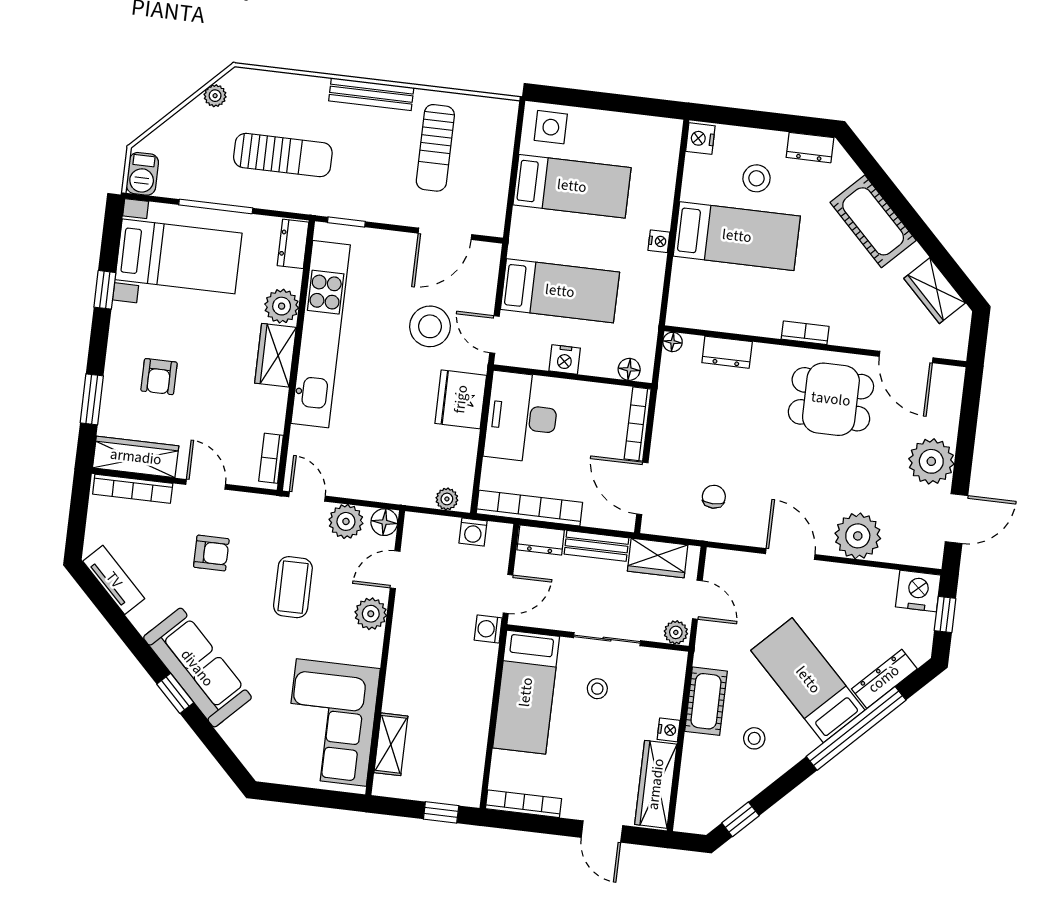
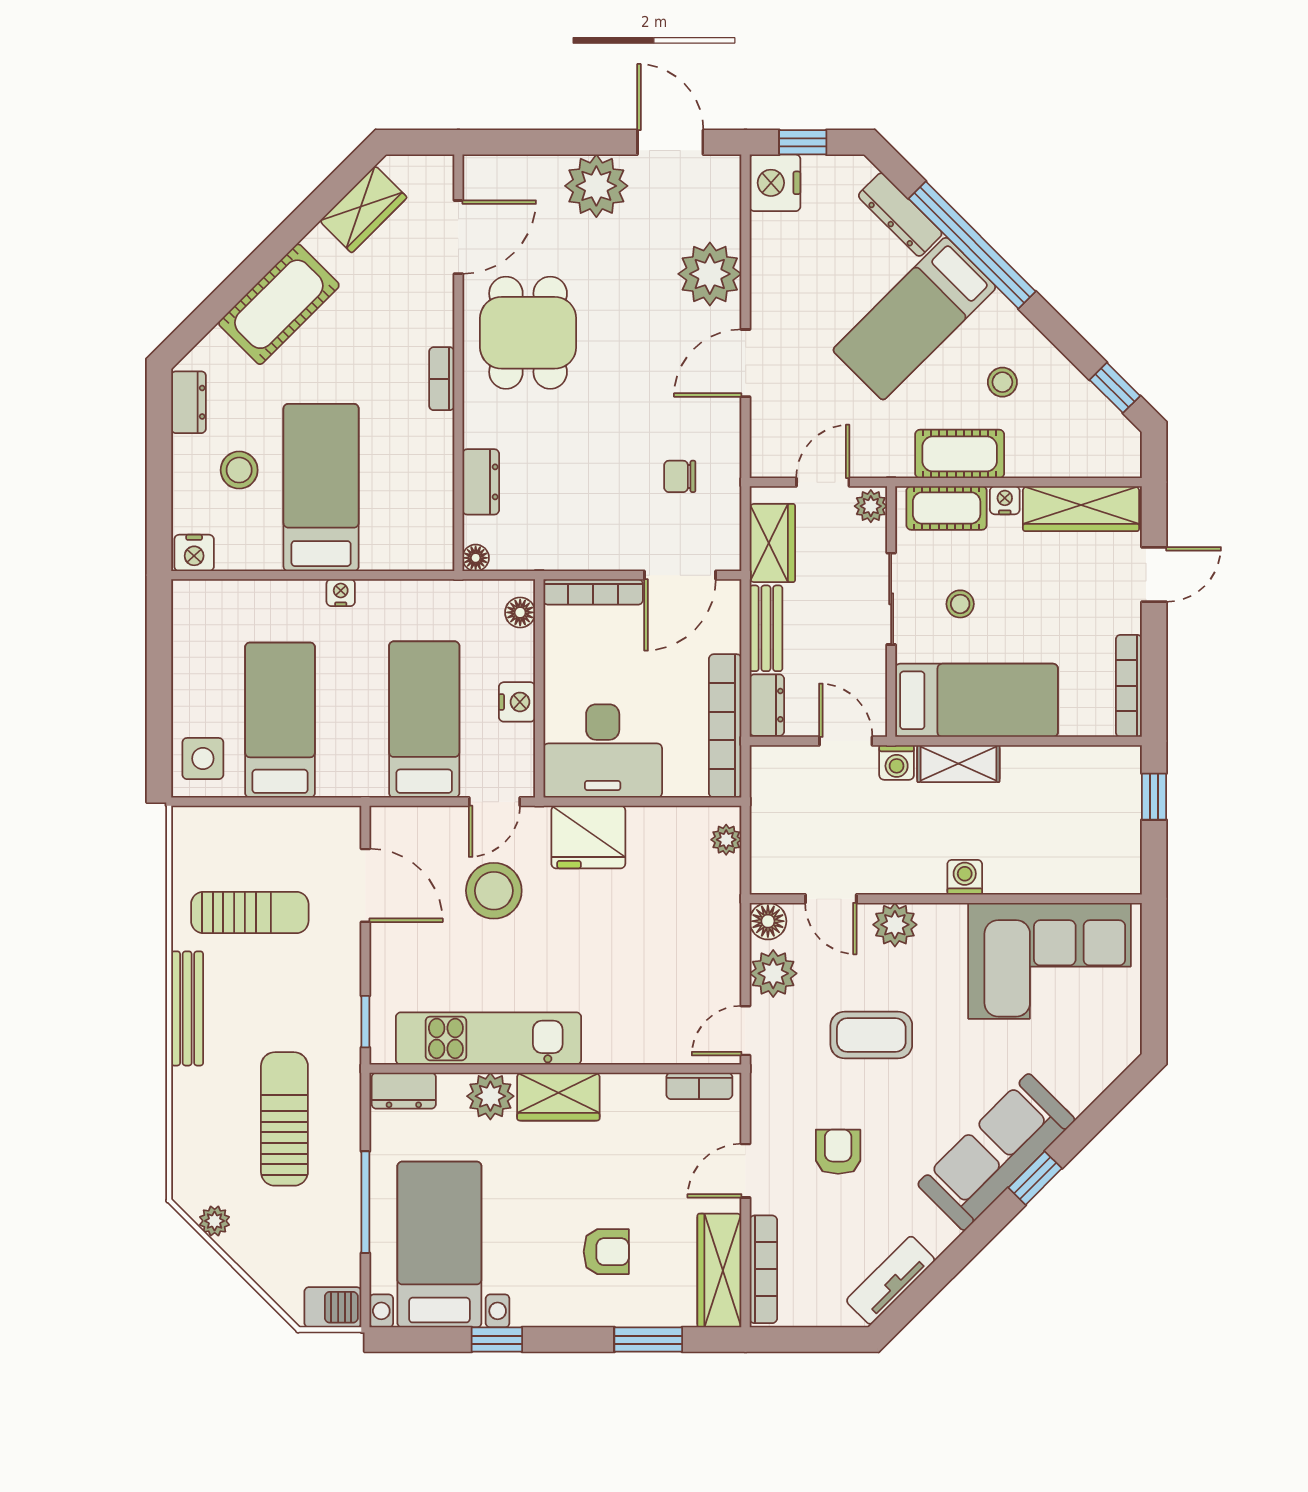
kitchen unit: (321, 334) -> (489, 1038), width x0.73
washing machine: (473, 532) -> (965, 877), moved, turned -90
cot: (668, 687) -> (947, 508), added
shelving: (391, 744) -> (958, 764), moved

